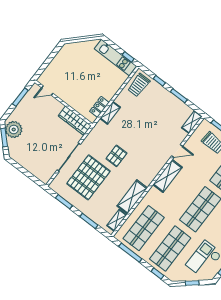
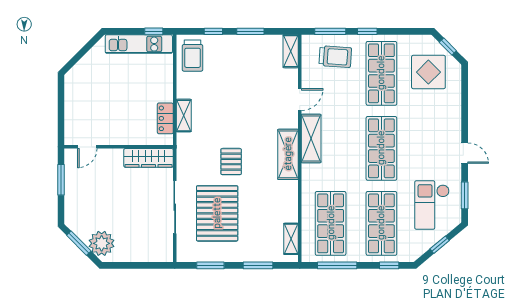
plant: (14, 130) -> (102, 243), moved
shelving: (132, 197) -> (288, 154), moved

